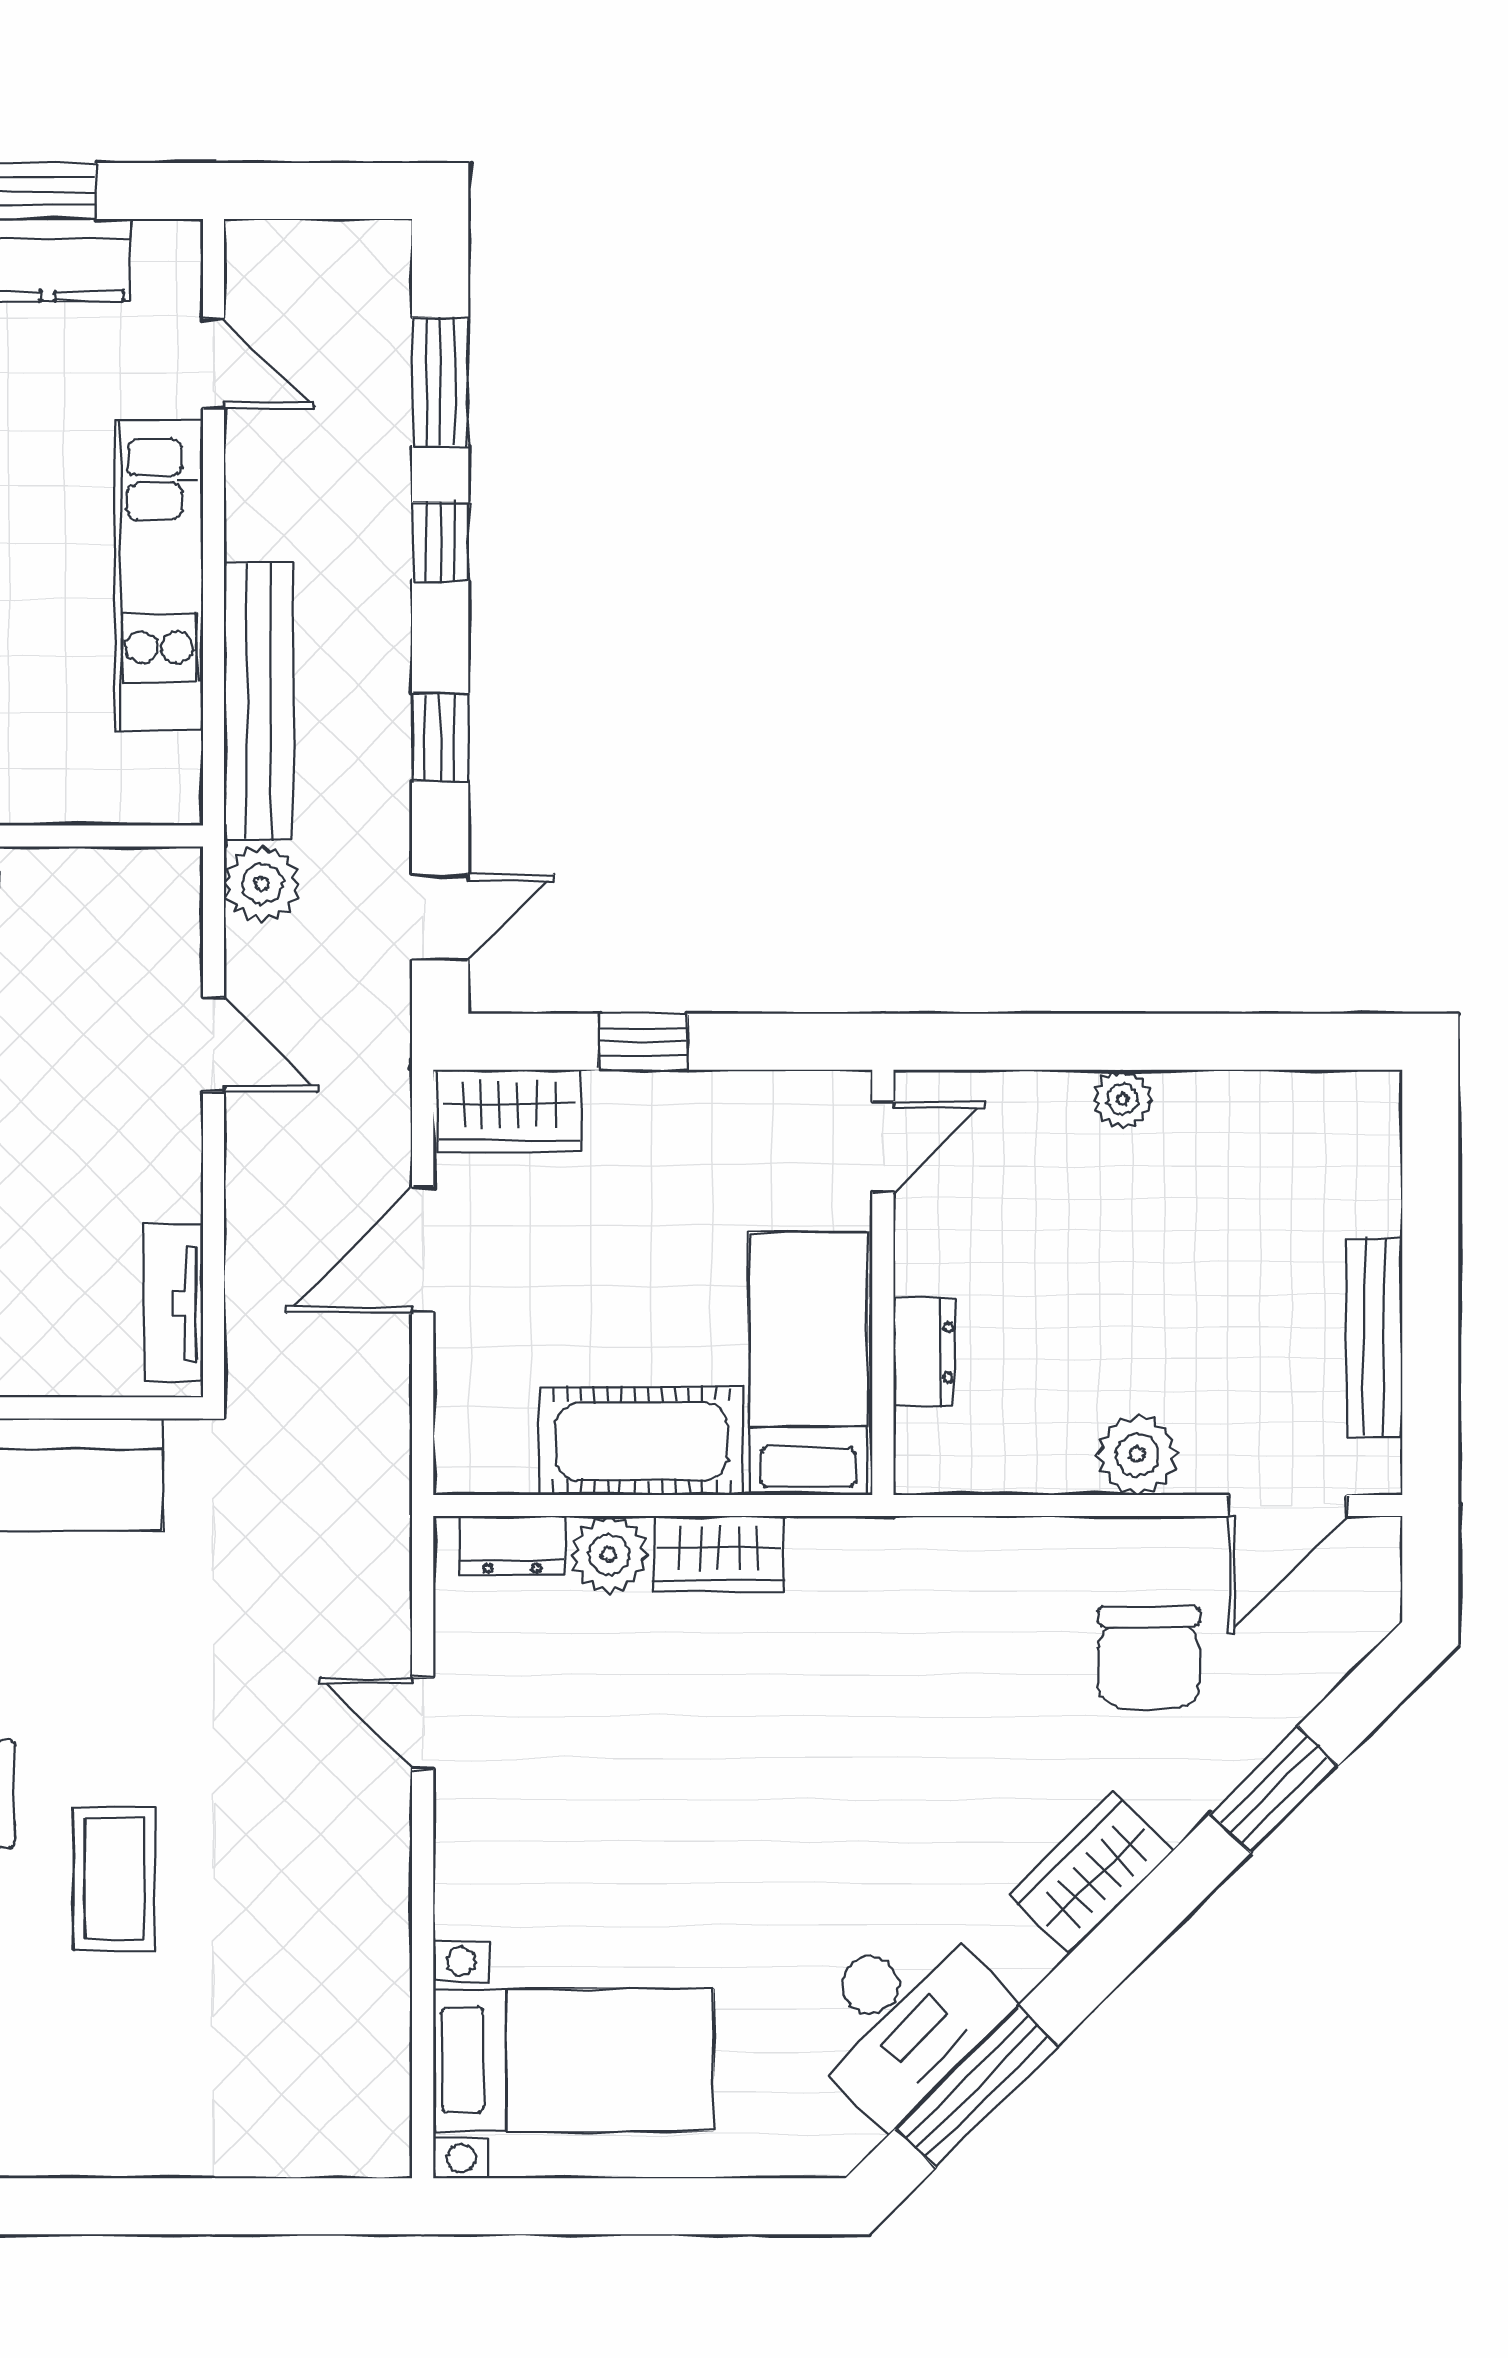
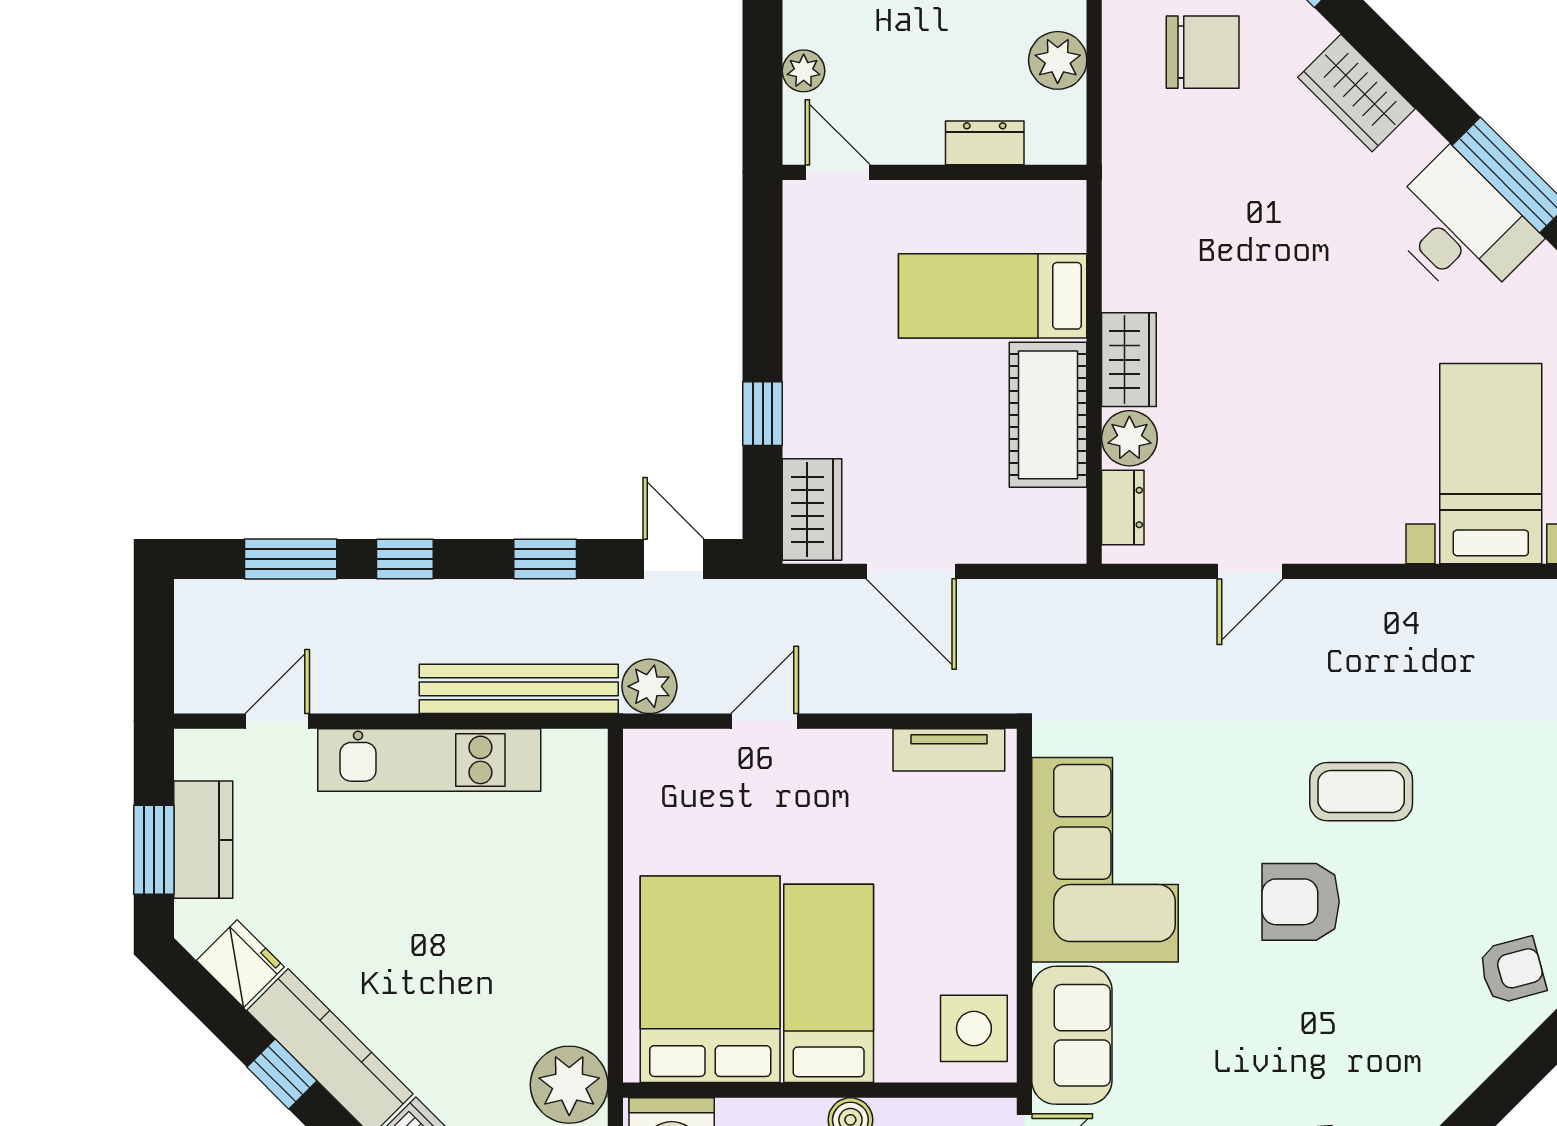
door: (883, 1147) -> (838, 172), moved
wall: (883, 1282) -> (935, 172), moved
dresser: (924, 1352) -> (985, 143), moved

